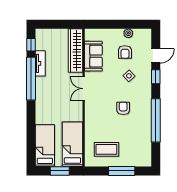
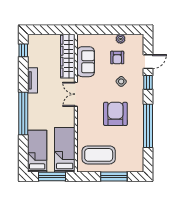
tv unit: (40, 63) -> (33, 80), moved
window: (31, 79) -> (23, 113), moved
armchair: (123, 108) -> (115, 114), width x1.88, depth x1.88
coffee table: (106, 149) -> (99, 155), width x1.36, depth x1.32
window: (60, 171) -> (52, 176), width x1.44

